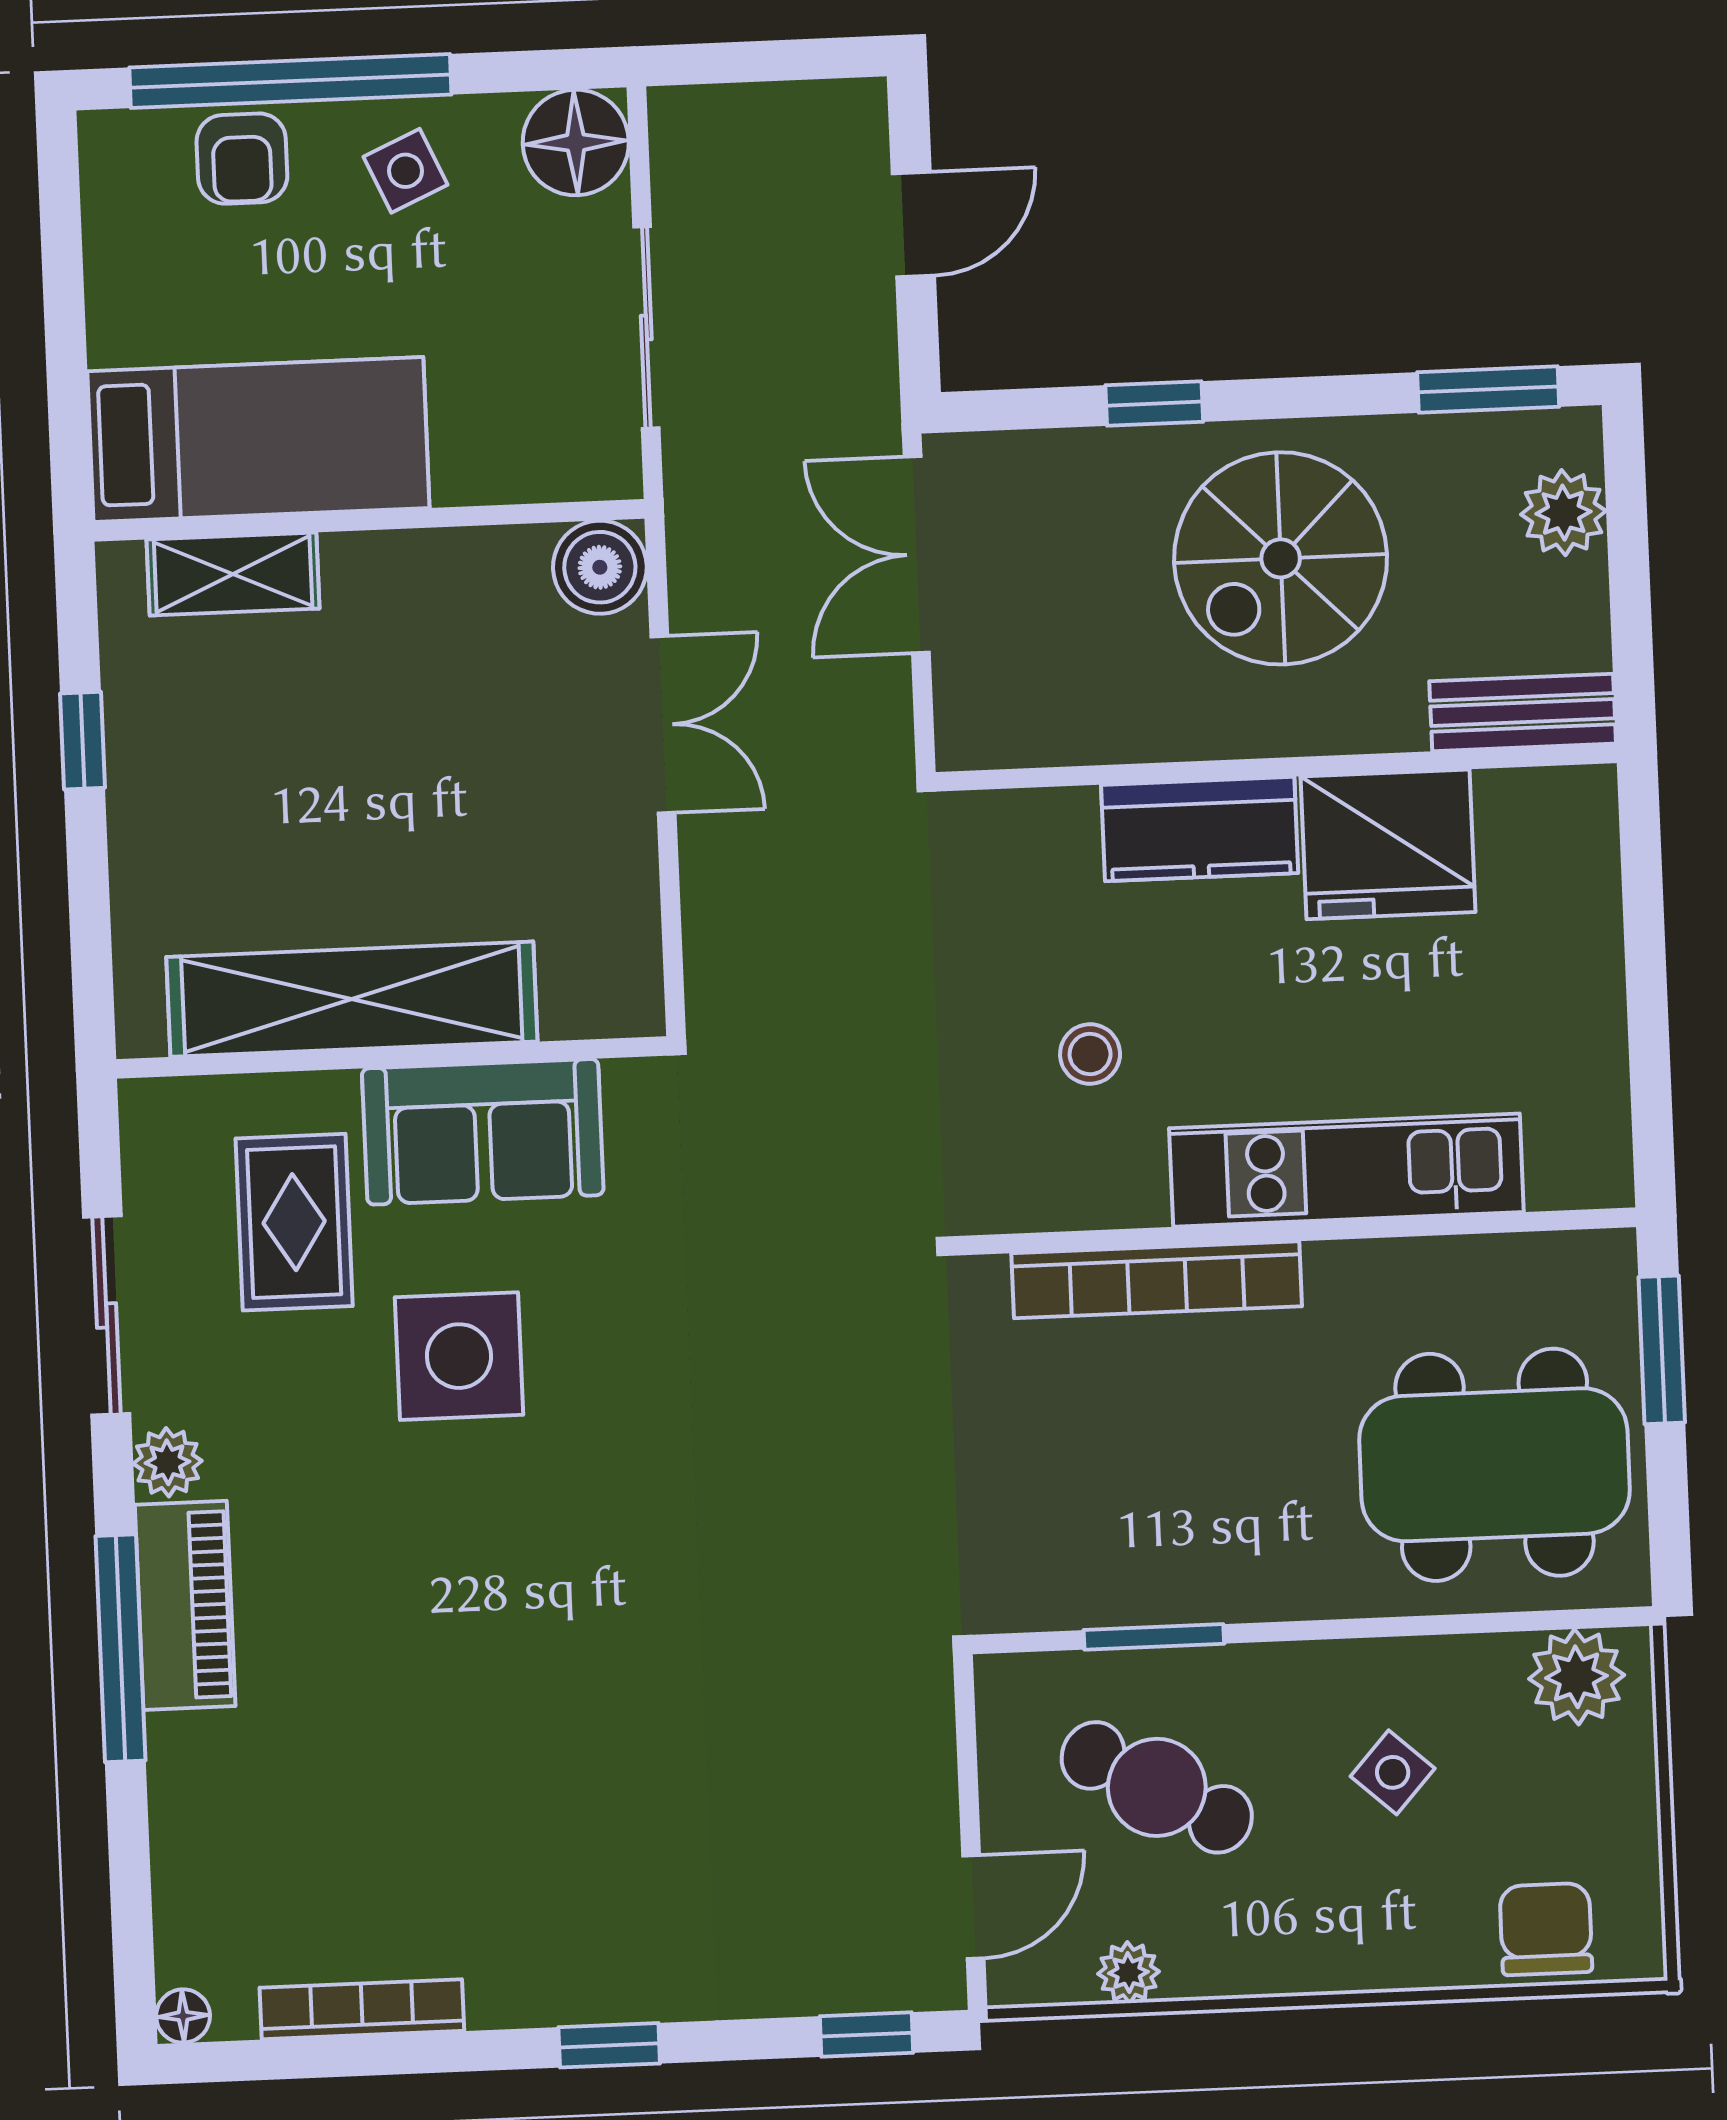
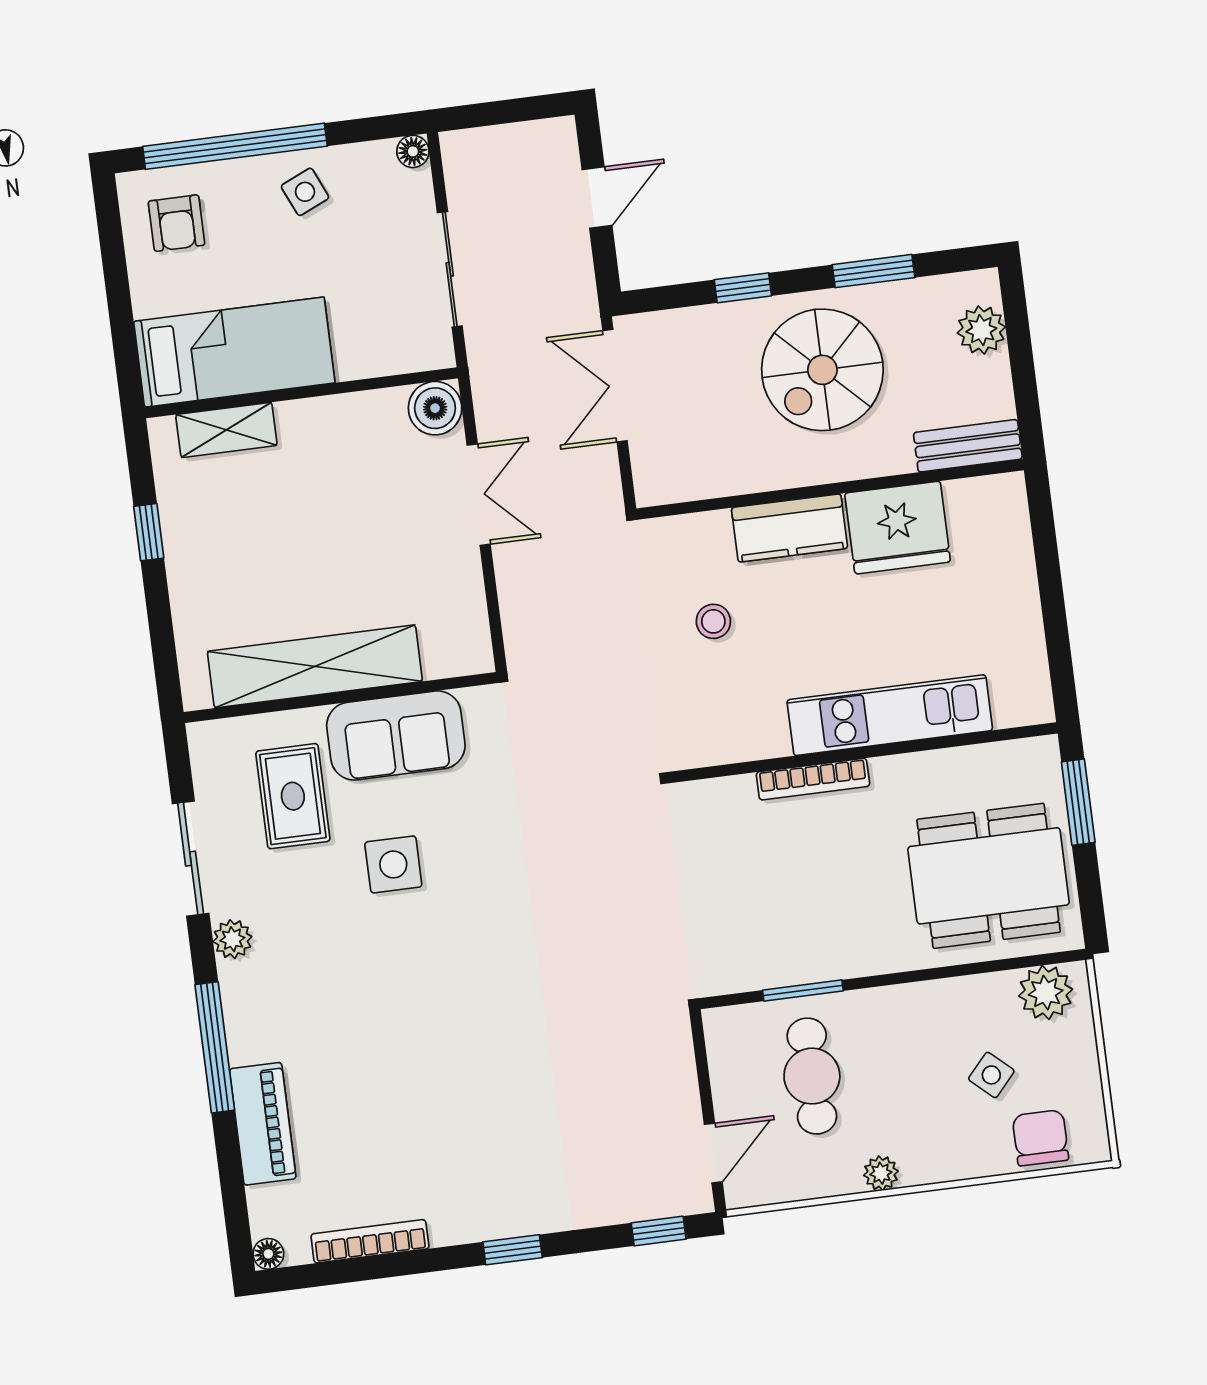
floor lamp: (576, 143) -> (413, 151), width x0.53, depth x0.53
armchair: (242, 159) -> (177, 223), moved
window: (1488, 389) -> (874, 271), moved
stool: (1090, 1054) -> (713, 621), moved
bookcase: (1157, 1280) -> (813, 779), width x0.68, depth x0.76
side table: (459, 1356) -> (393, 864), width x0.73, depth x0.73
piano: (185, 1605) -> (263, 1124), moved
side table: (1393, 1772) -> (991, 1075), moved
cafe table: (1157, 1787) -> (812, 1076), turned 61
plant: (1129, 1973) -> (881, 1173), moved

